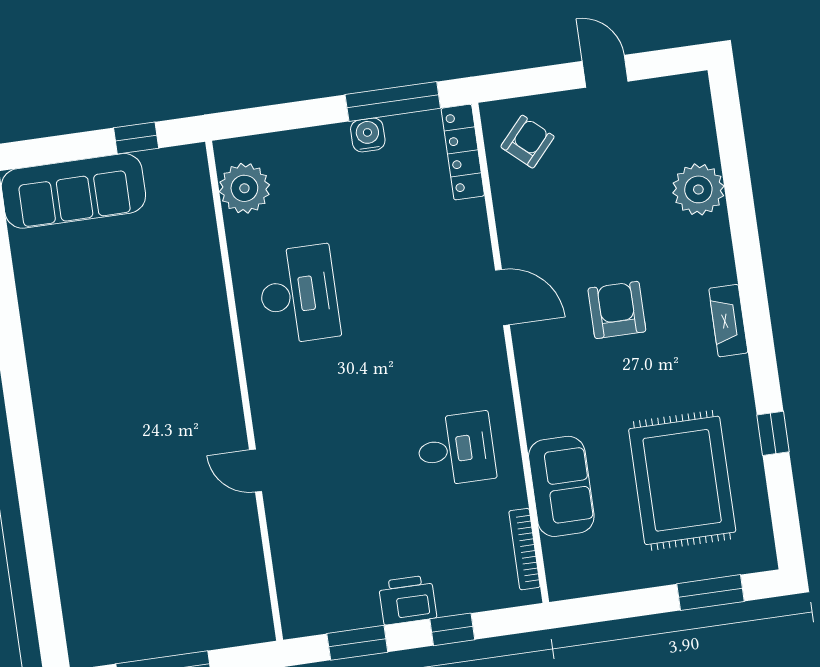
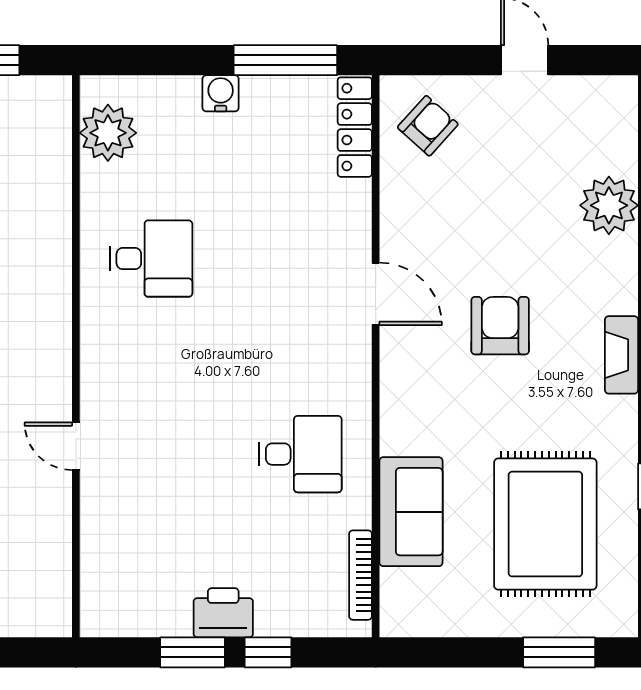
water cooler: (368, 135) -> (221, 93), moved
desk: (299, 294) -> (151, 259), width x0.73
window: (357, 643) -> (192, 652), moved

